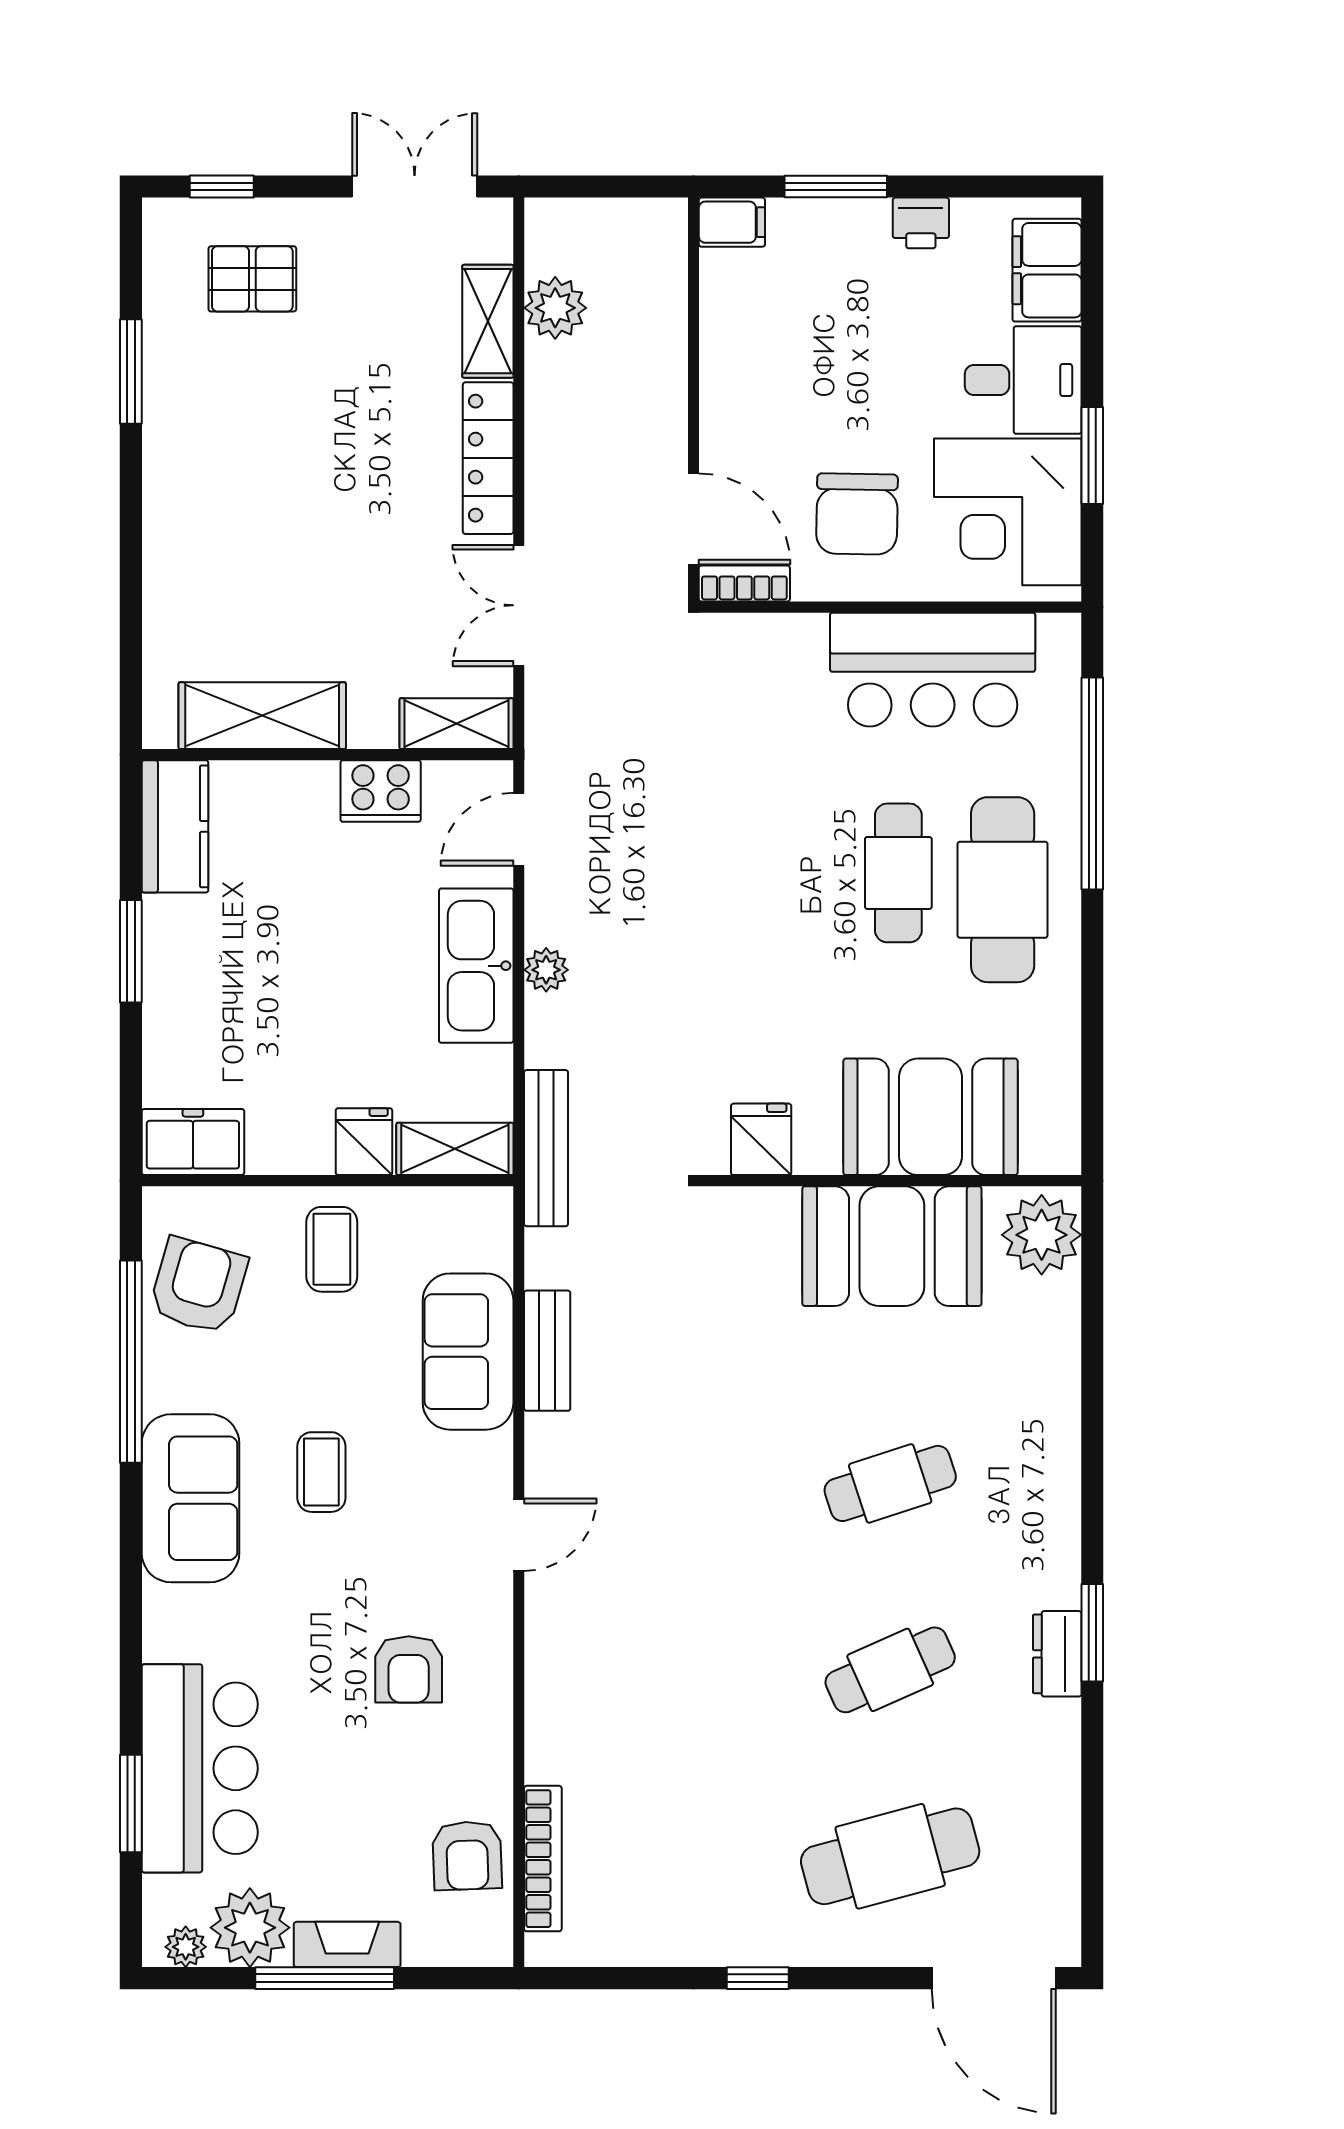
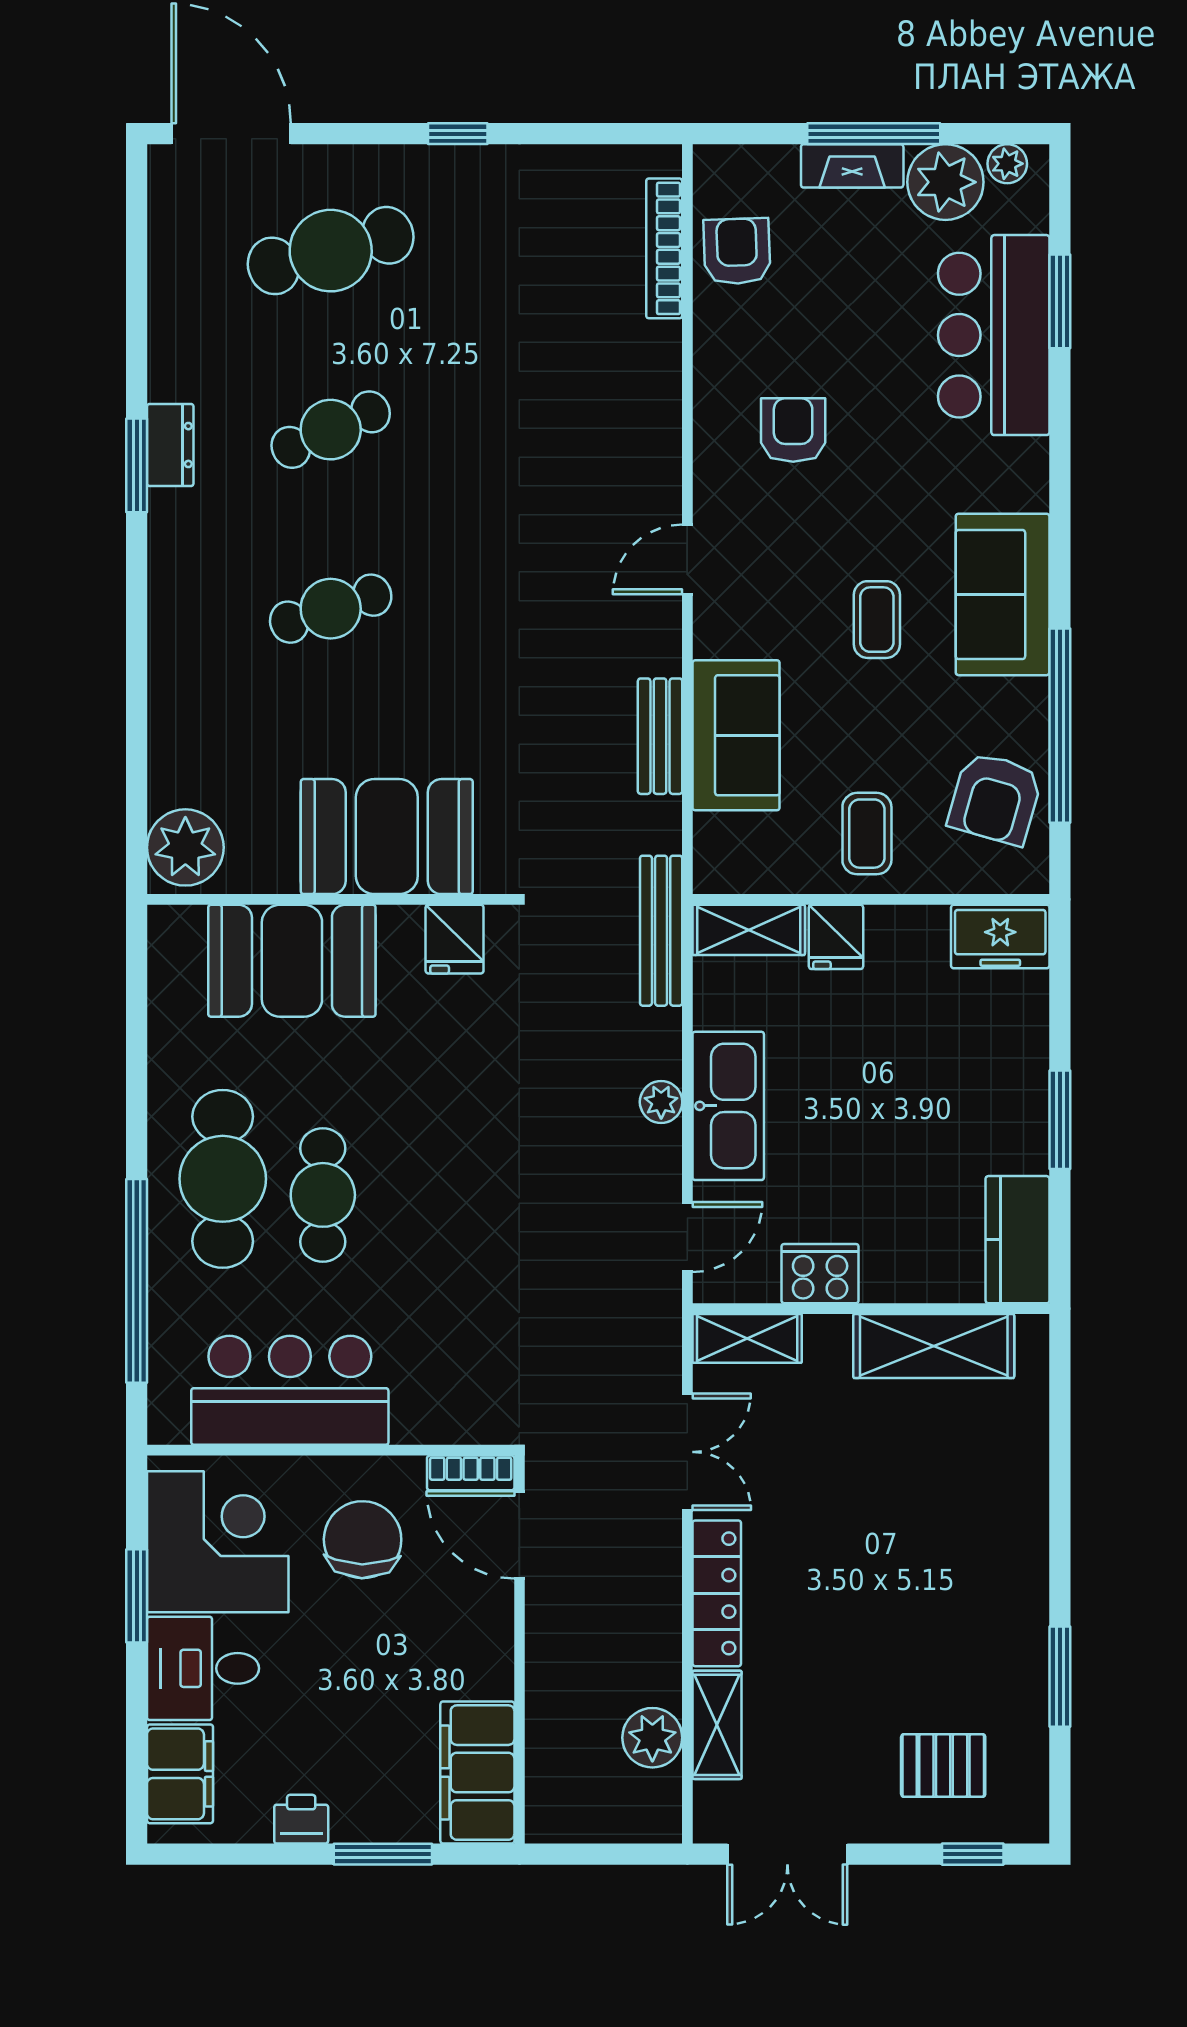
filing cabinet: (732, 222) -> (477, 1773), width x3.00, depth x1.17
booth: (892, 1246) -> (387, 837), moved

